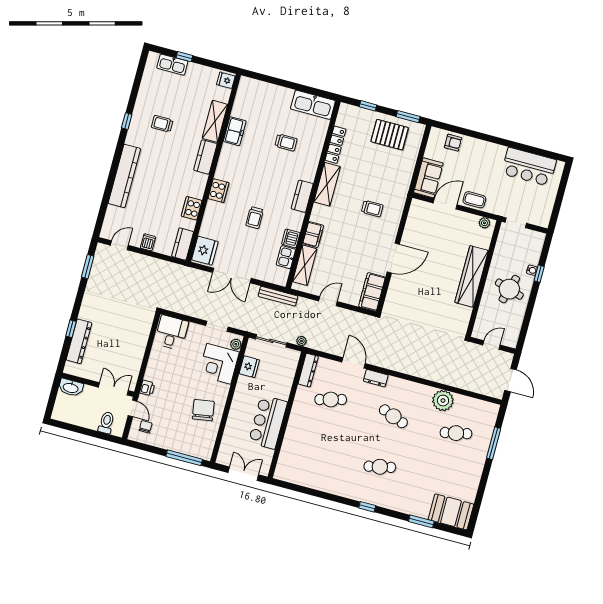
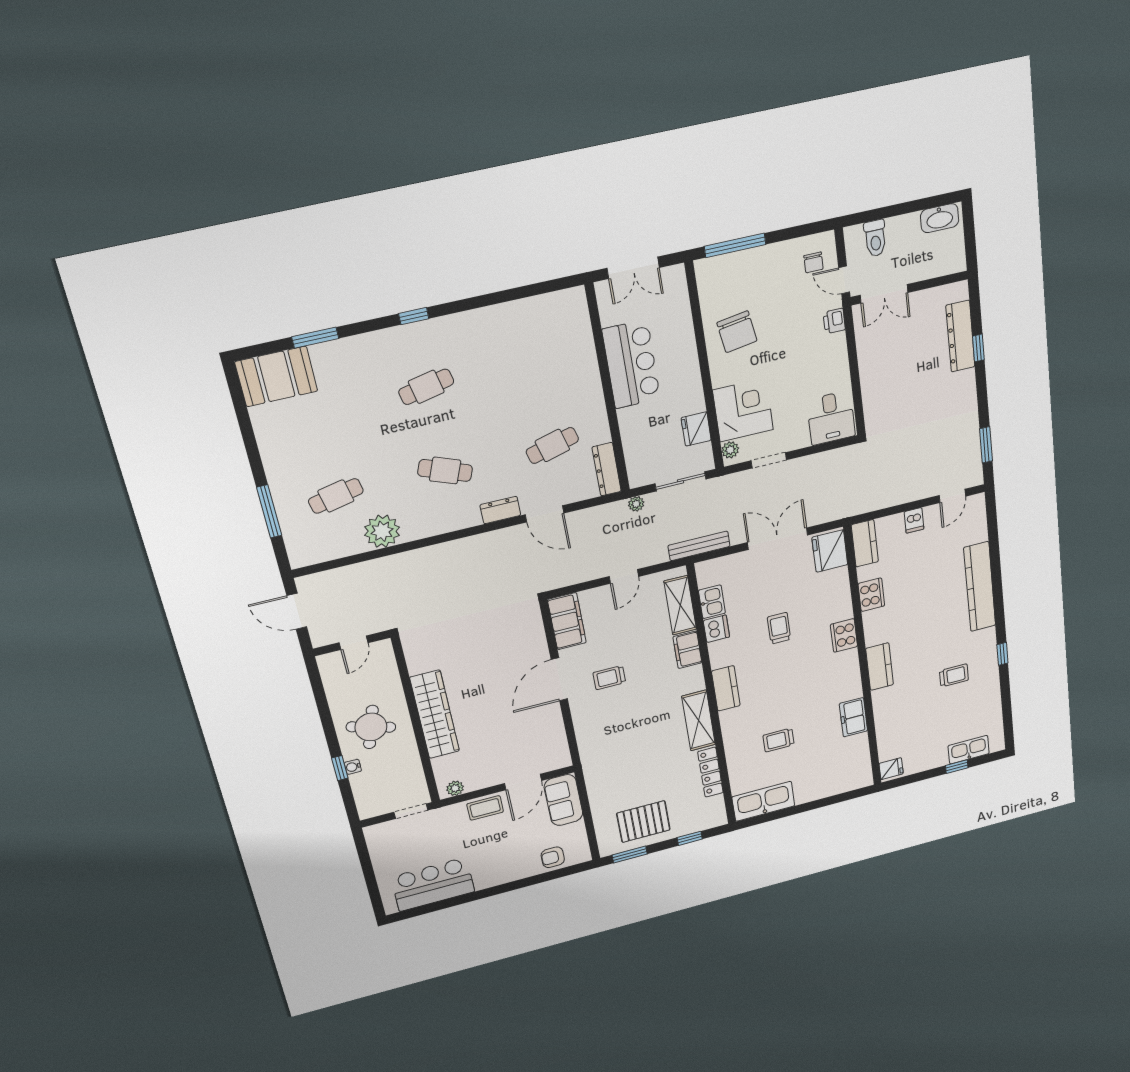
shelving: (215, 121) -> (885, 715), removed
trolley: (372, 209) -> (609, 678), moved
washbasin: (71, 388) -> (940, 218), moved, turned 180

